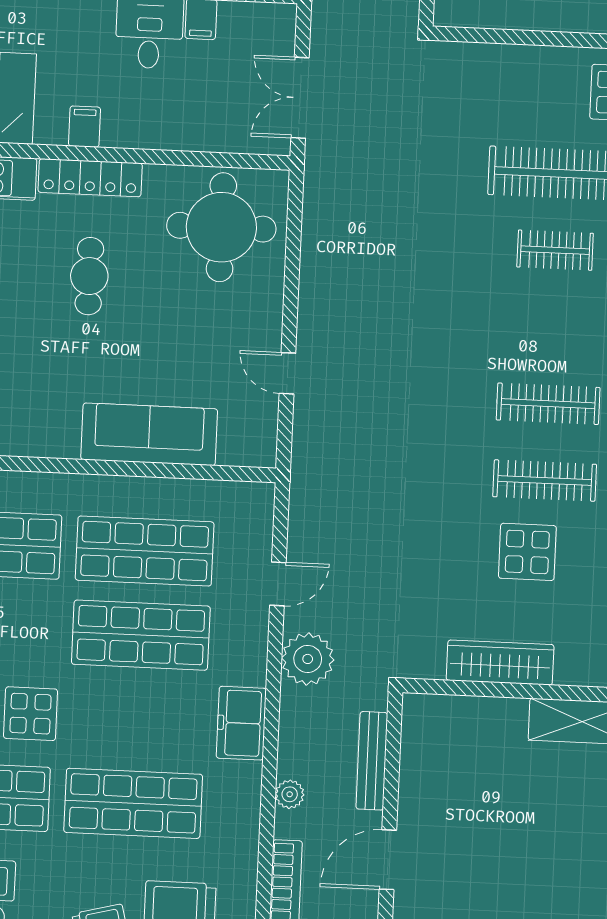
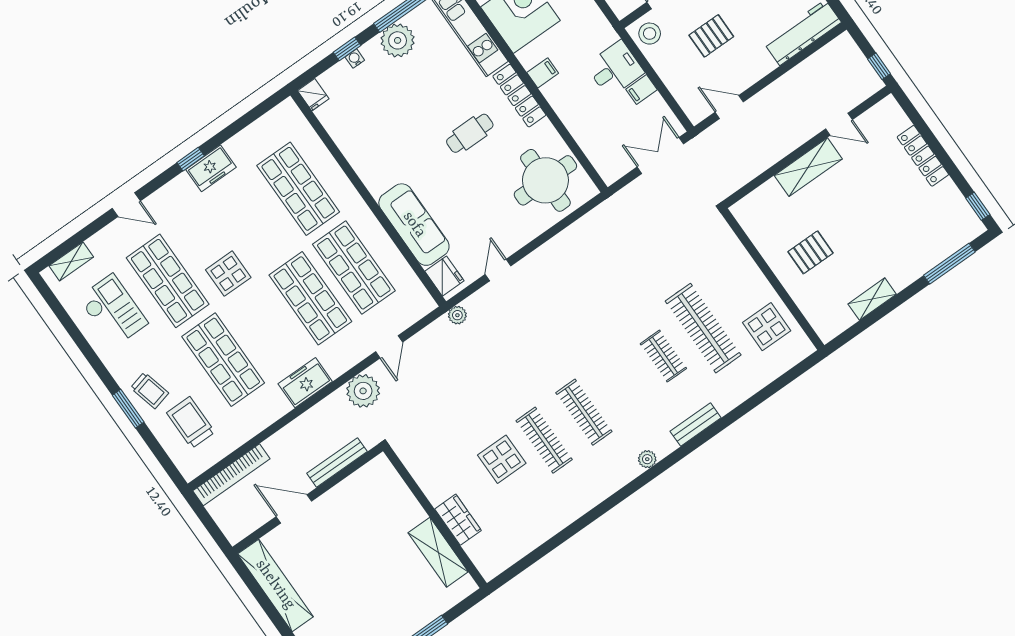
double door: (300, 98) -> (660, 155), moved
fridge: (243, 446) -> (444, 276), added
door: (278, 584) -> (389, 347), hinge flipped
wardrobe: (500, 662) -> (458, 520), moved, width x0.67
plant: (290, 794) -> (457, 315), moved

